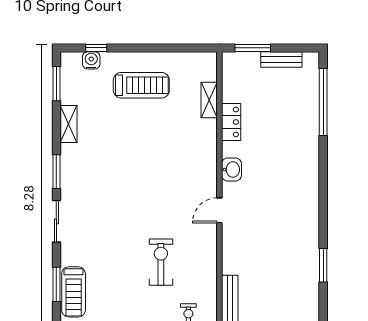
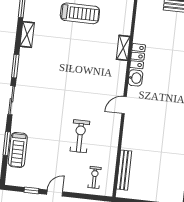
shelving: (209, 100) -> (123, 48), moved
locker: (231, 122) -> (138, 56), moved

